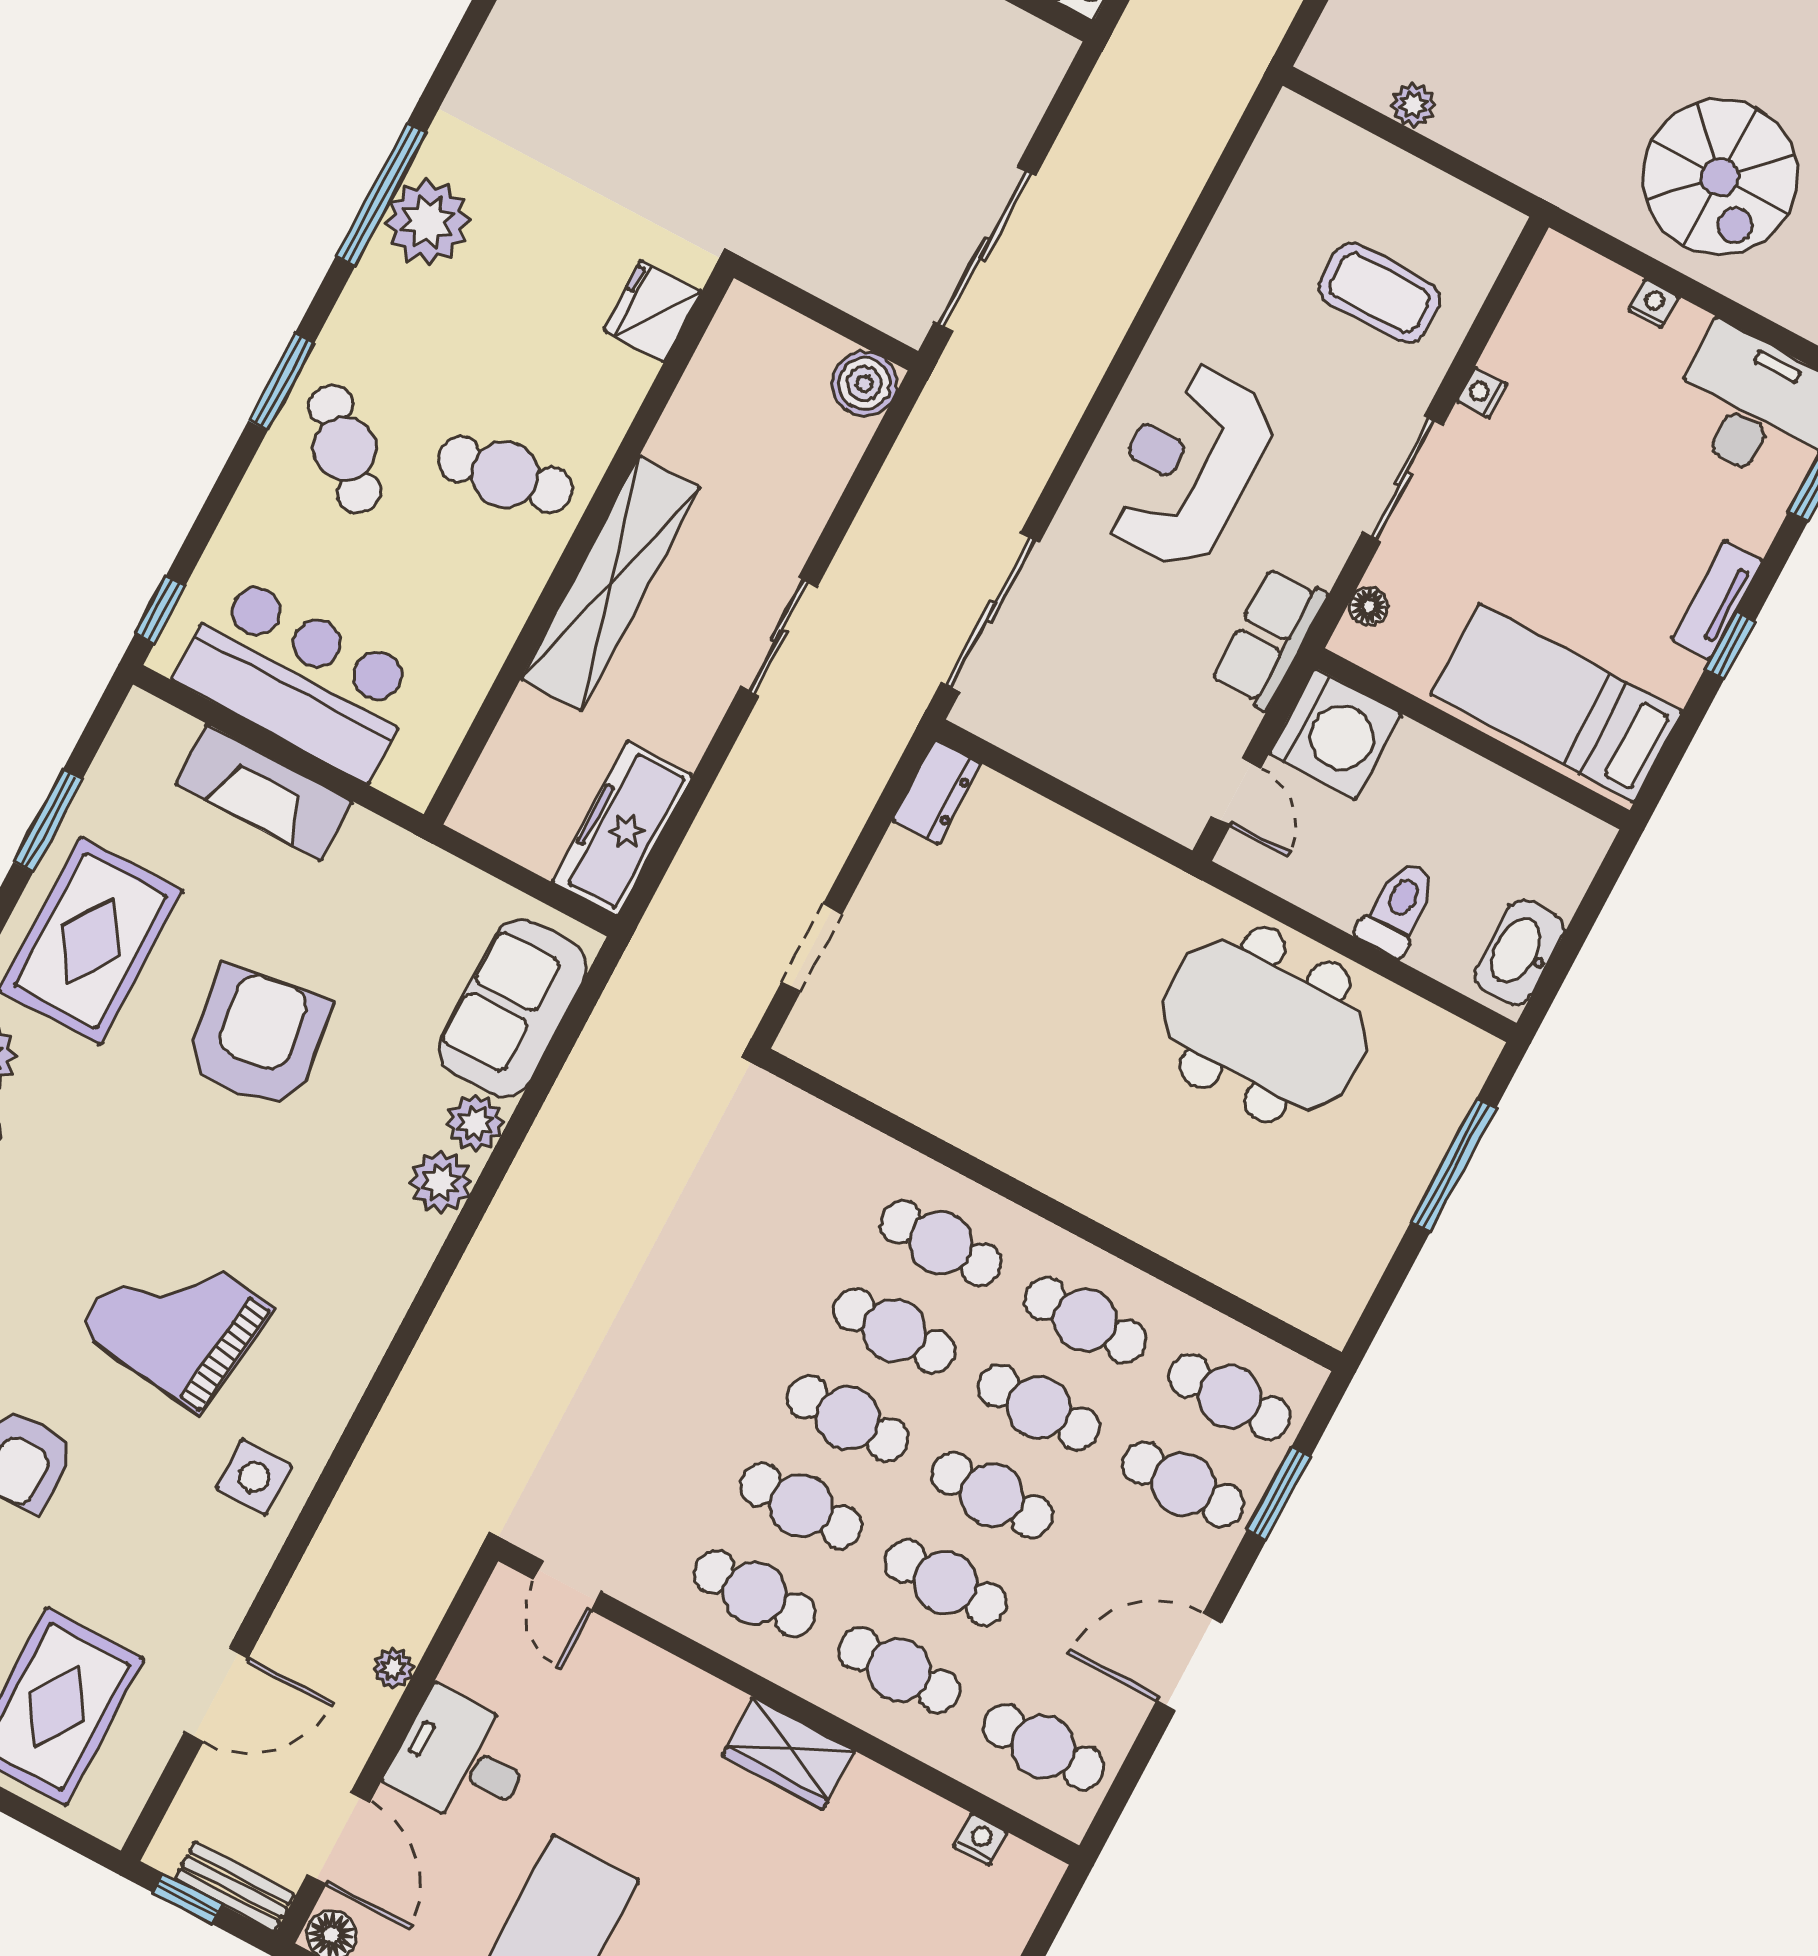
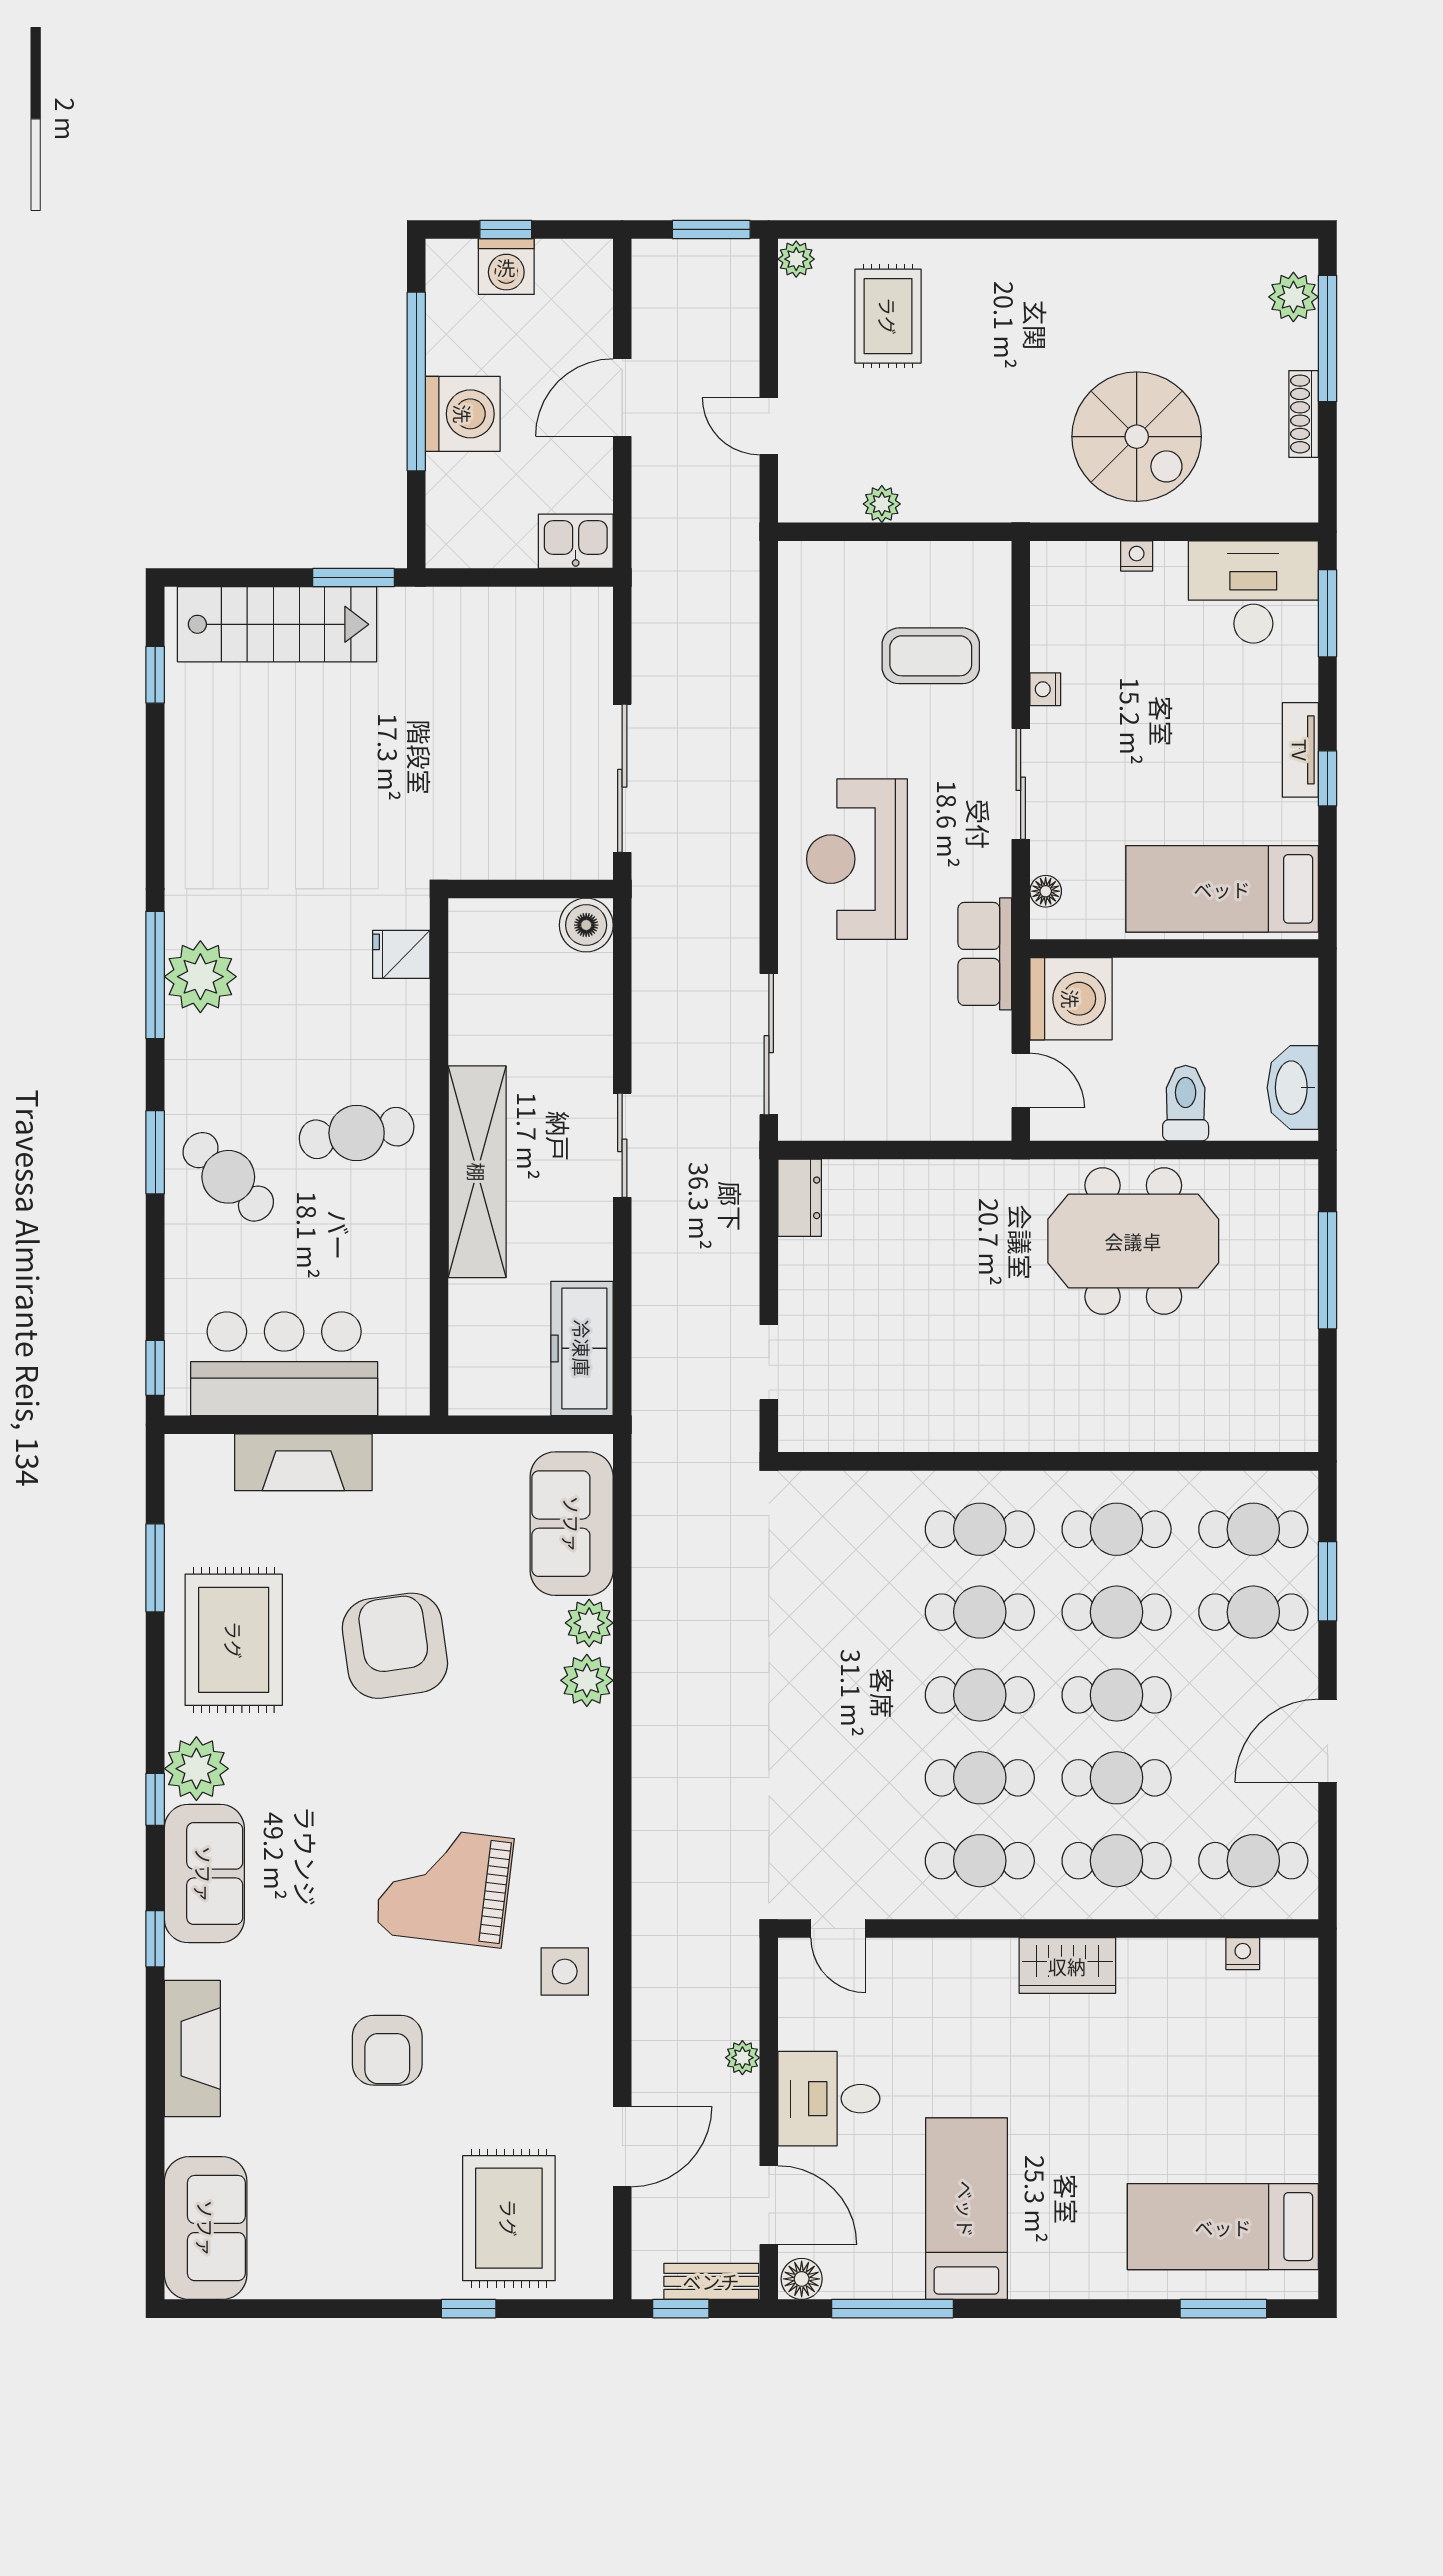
fridge: (653, 311) -> (401, 954), width x0.72

